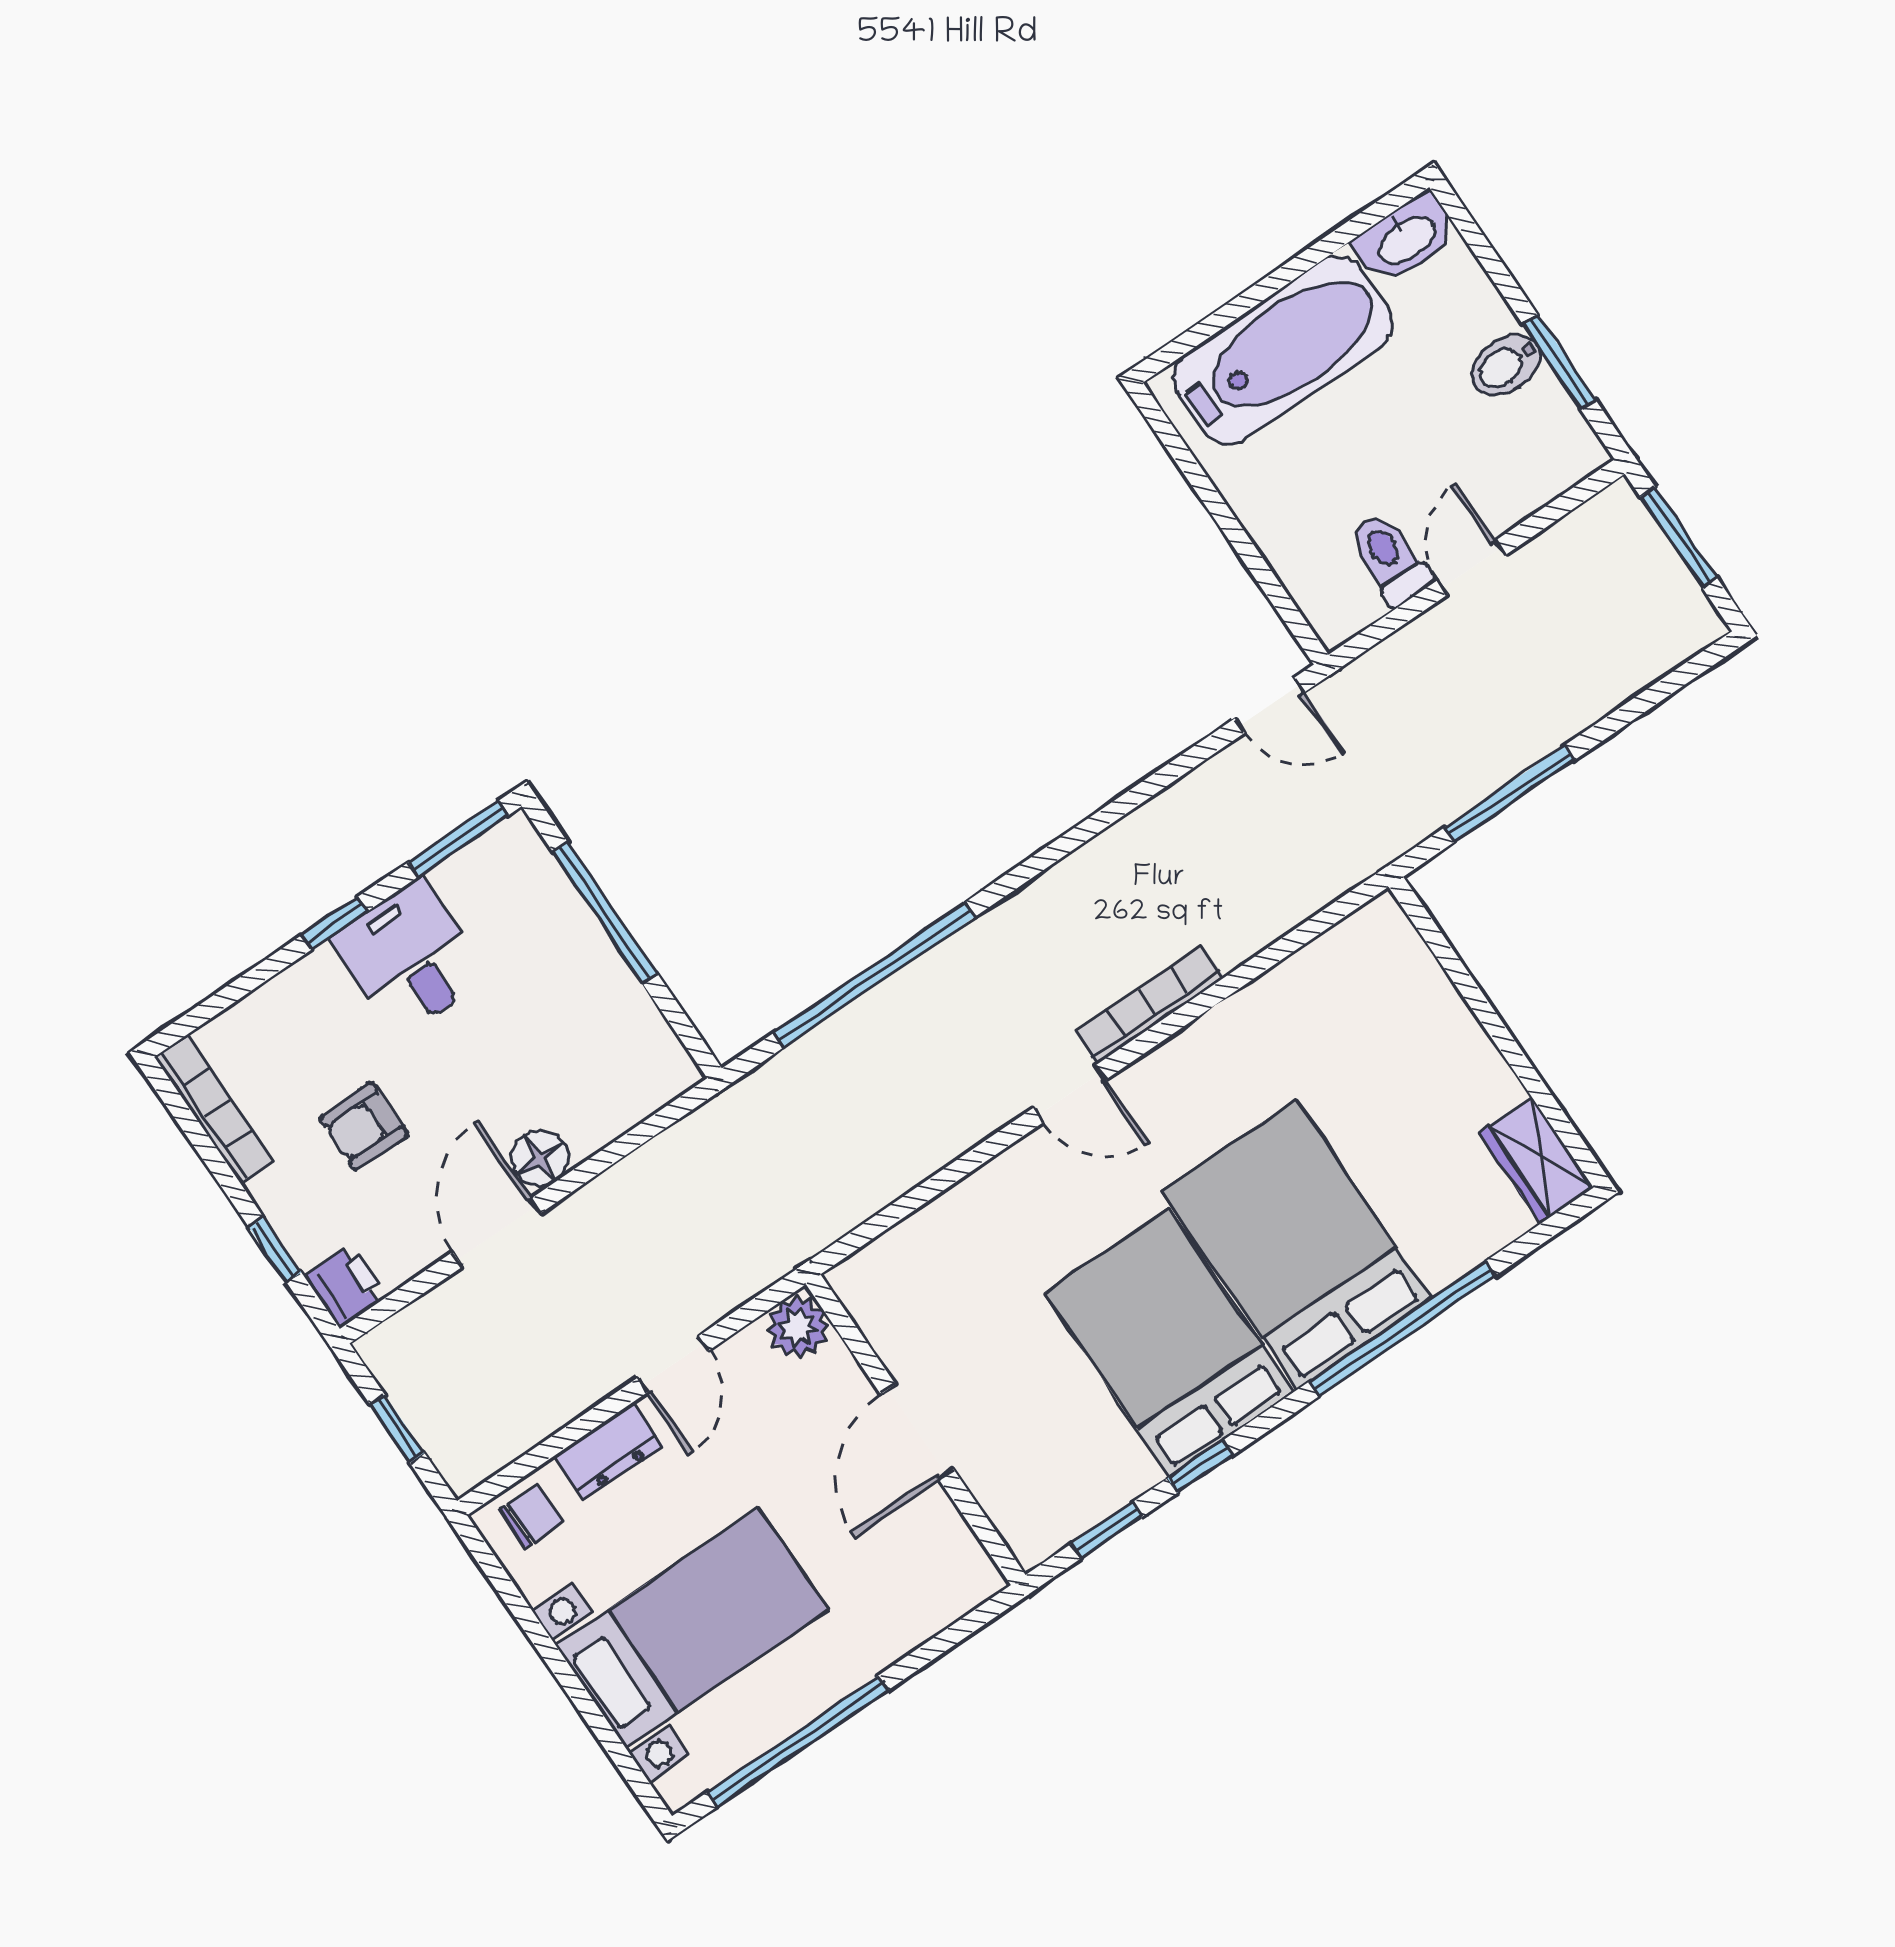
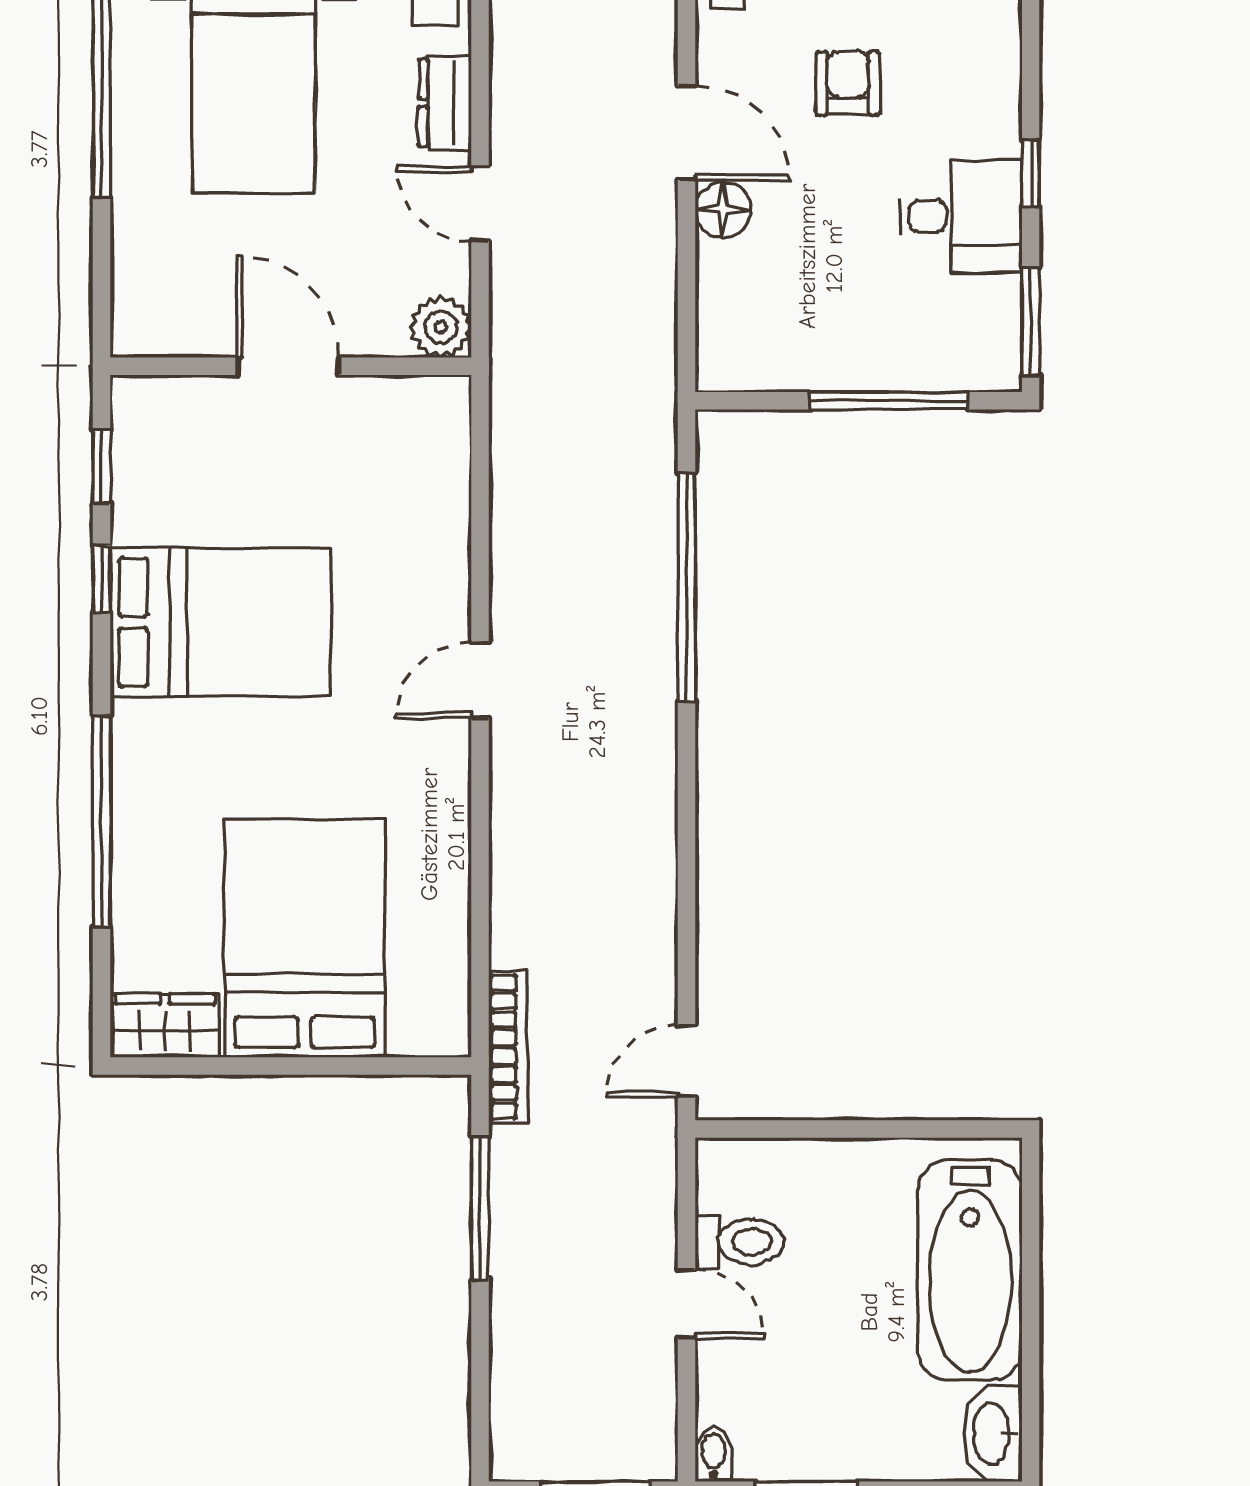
bidet: (1506, 365) -> (714, 1455), moved, width x0.72, depth x0.74
bookcase: (1150, 1005) -> (508, 1047), moved
bed: (1297, 1245) -> (305, 938), moved, turned -90

